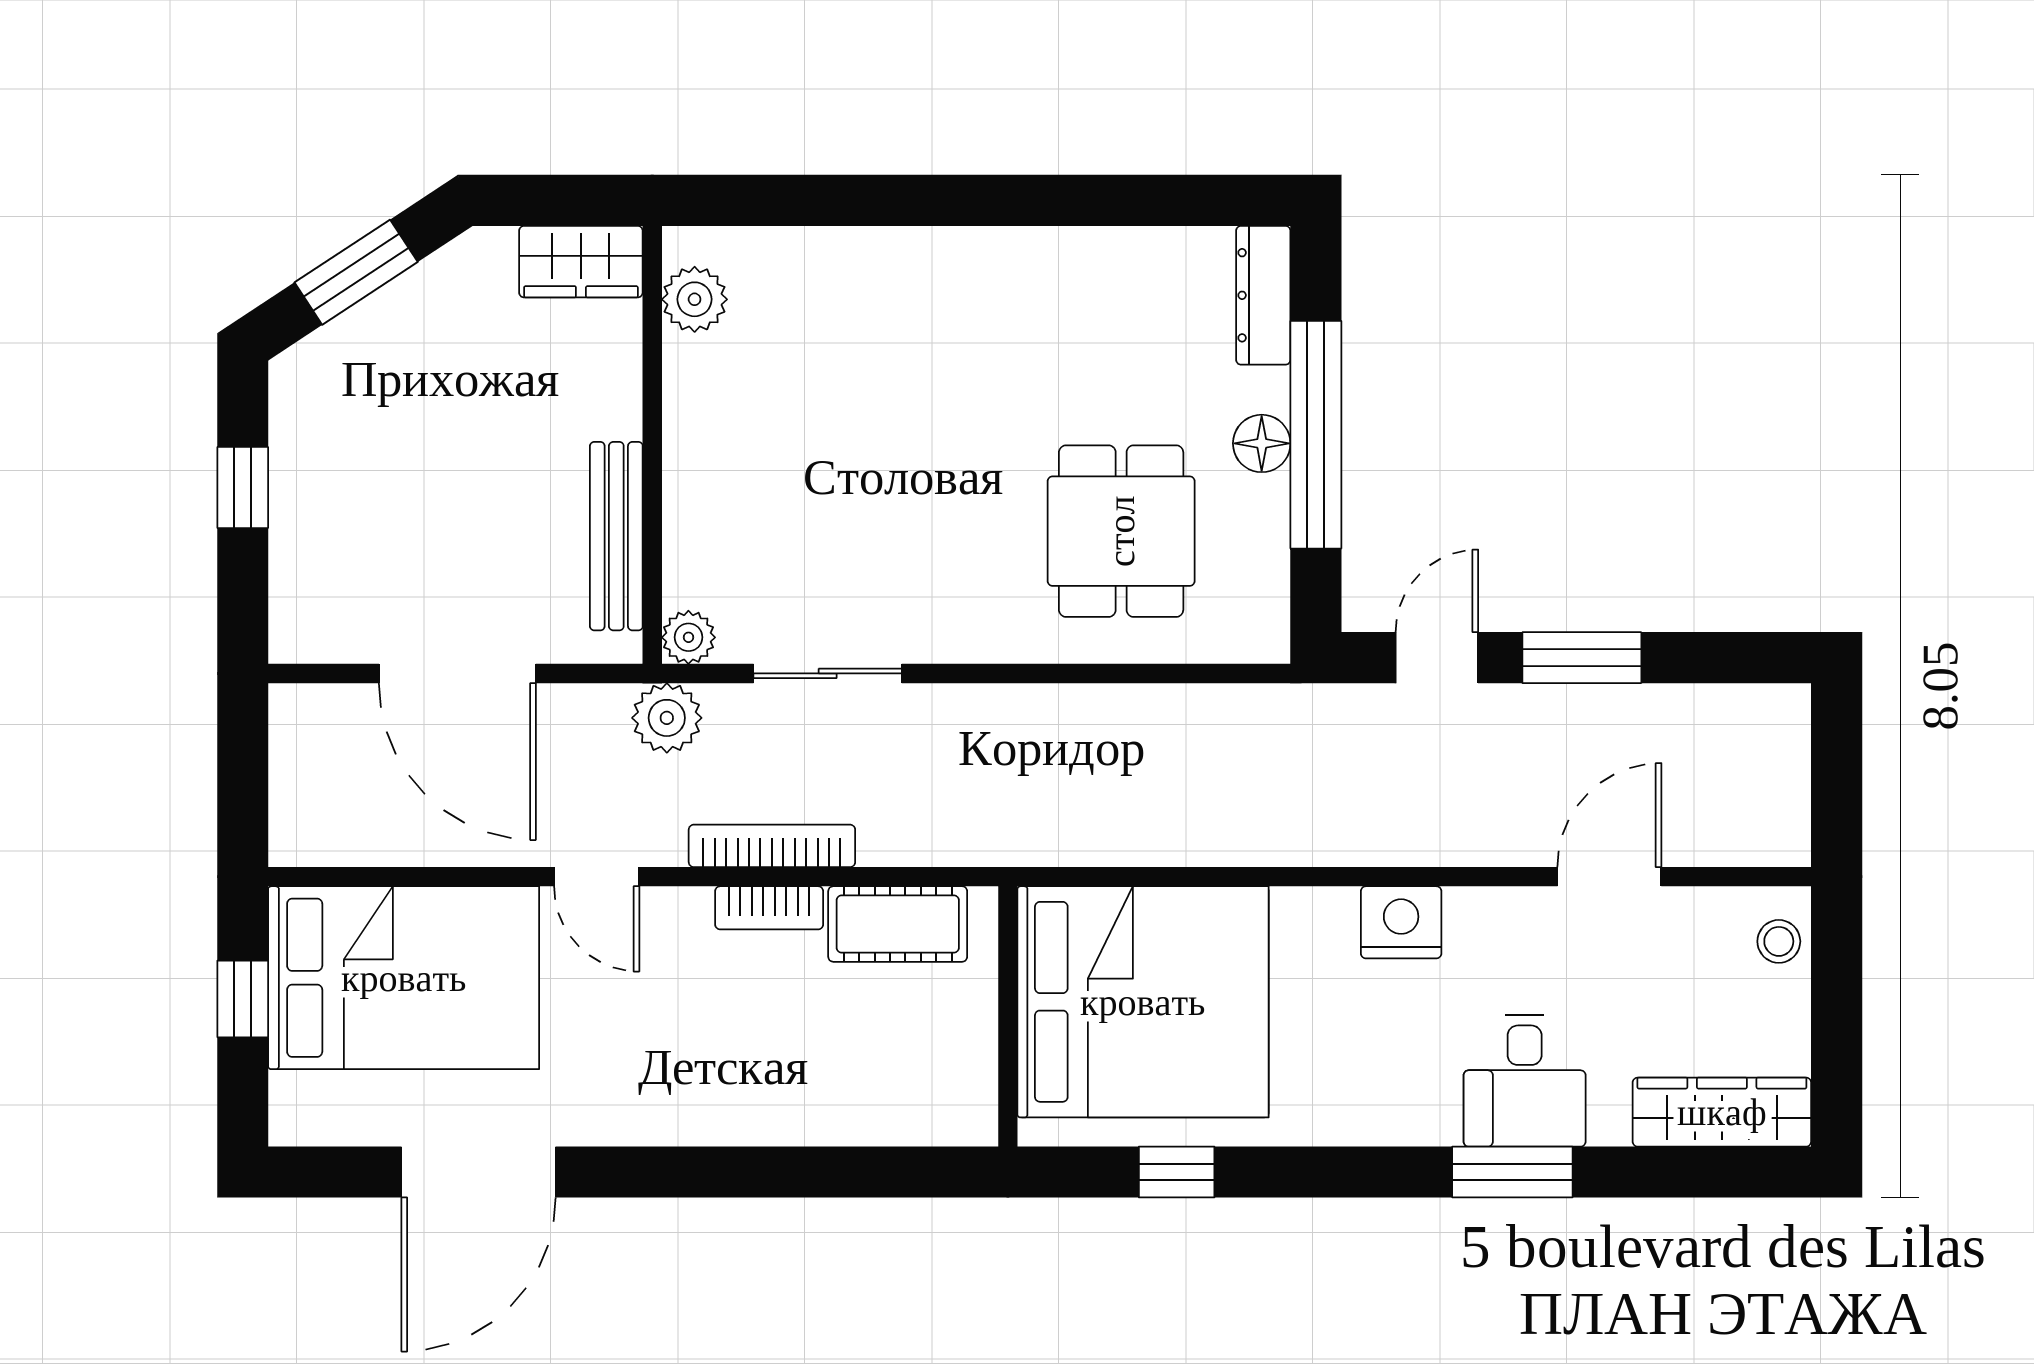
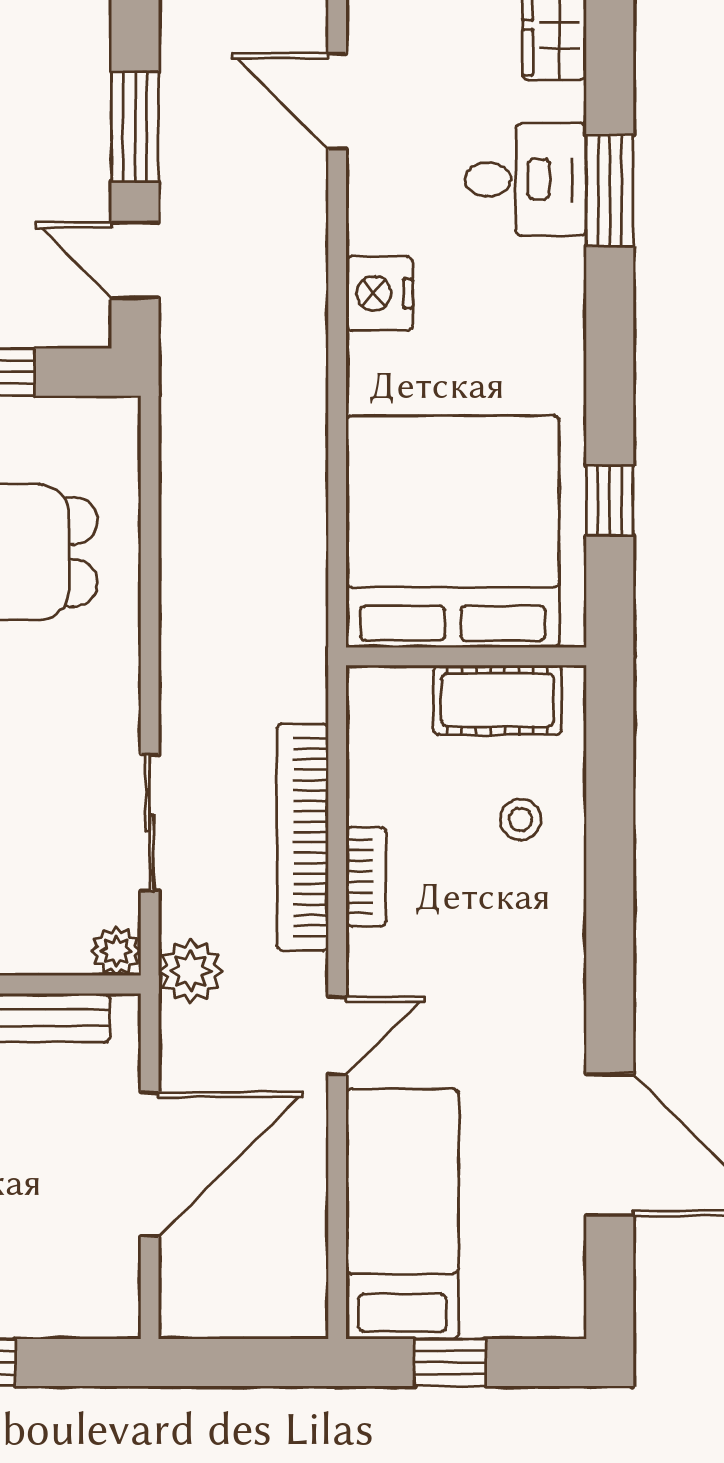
bookcase: (772, 846) -> (303, 837), width x1.48, depth x1.31
cot: (898, 924) -> (498, 700), moved, turned 90
bed: (404, 978) -> (402, 1214), width x0.67
stool: (831, 1075) -> (521, 819), added

